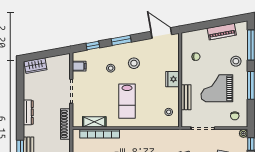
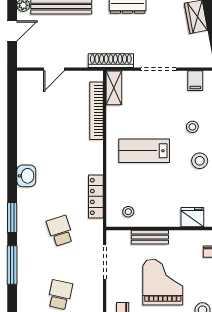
fridge: (172, 79) -> (192, 217), moved
shelving: (94, 122) -> (114, 88), moved
locker: (158, 134) -> (96, 196), added

